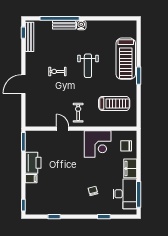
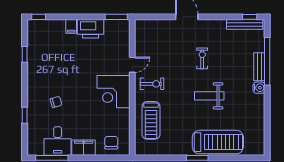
treadmill: (126, 59) -> (218, 142), turned 180
treadmill: (114, 104) -> (151, 120), moved
corner desk: (98, 144) -> (113, 92), moved
desk: (125, 194) -> (58, 141), width x0.73

